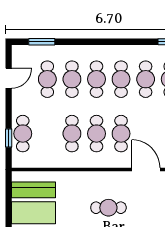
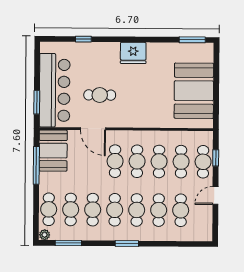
window: (42, 42) -> (127, 243), moved
door: (9, 78) -> (215, 196), moved
cafe table: (47, 134) -> (181, 162), added
cafe table: (108, 208) -> (100, 95), moved

